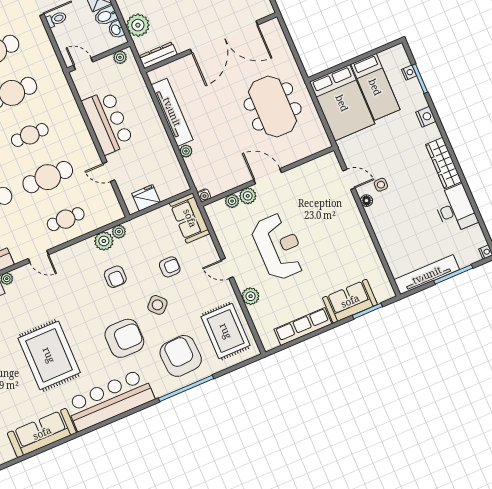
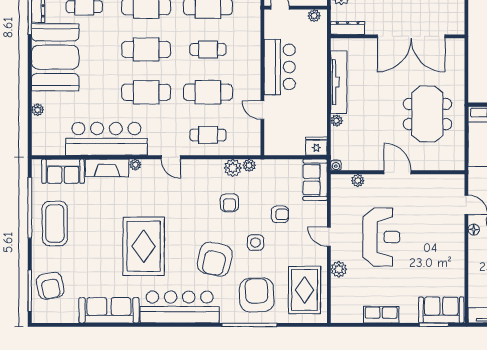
plant: (248, 196) -> (373, 182), removed
fridge: (146, 198) -> (316, 146), moved
sofa: (350, 301) -> (441, 310), moved
side table: (157, 305) -> (255, 243), turned 45
row of seats: (303, 327) -> (381, 315), width x0.68
armchair: (124, 338) -> (215, 259), turned 102

